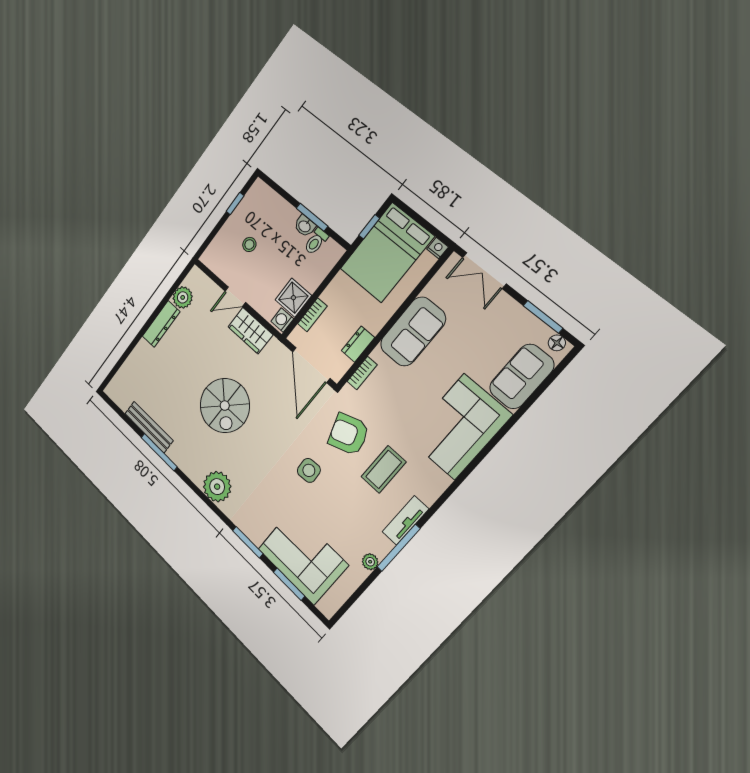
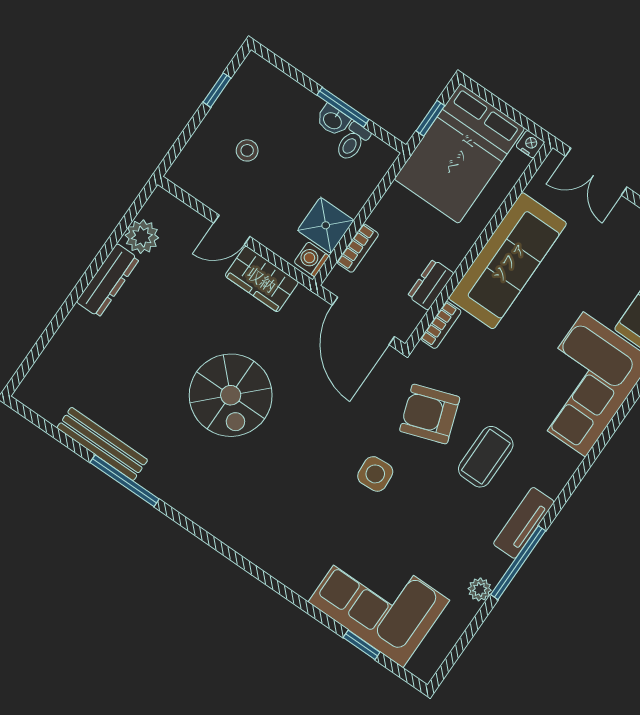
sofa: (413, 332) -> (508, 261), width x1.36
plant: (217, 487) -> (230, 520), removed
window: (248, 542) -> (289, 595), removed
window: (289, 584) -> (362, 645), width x0.67

